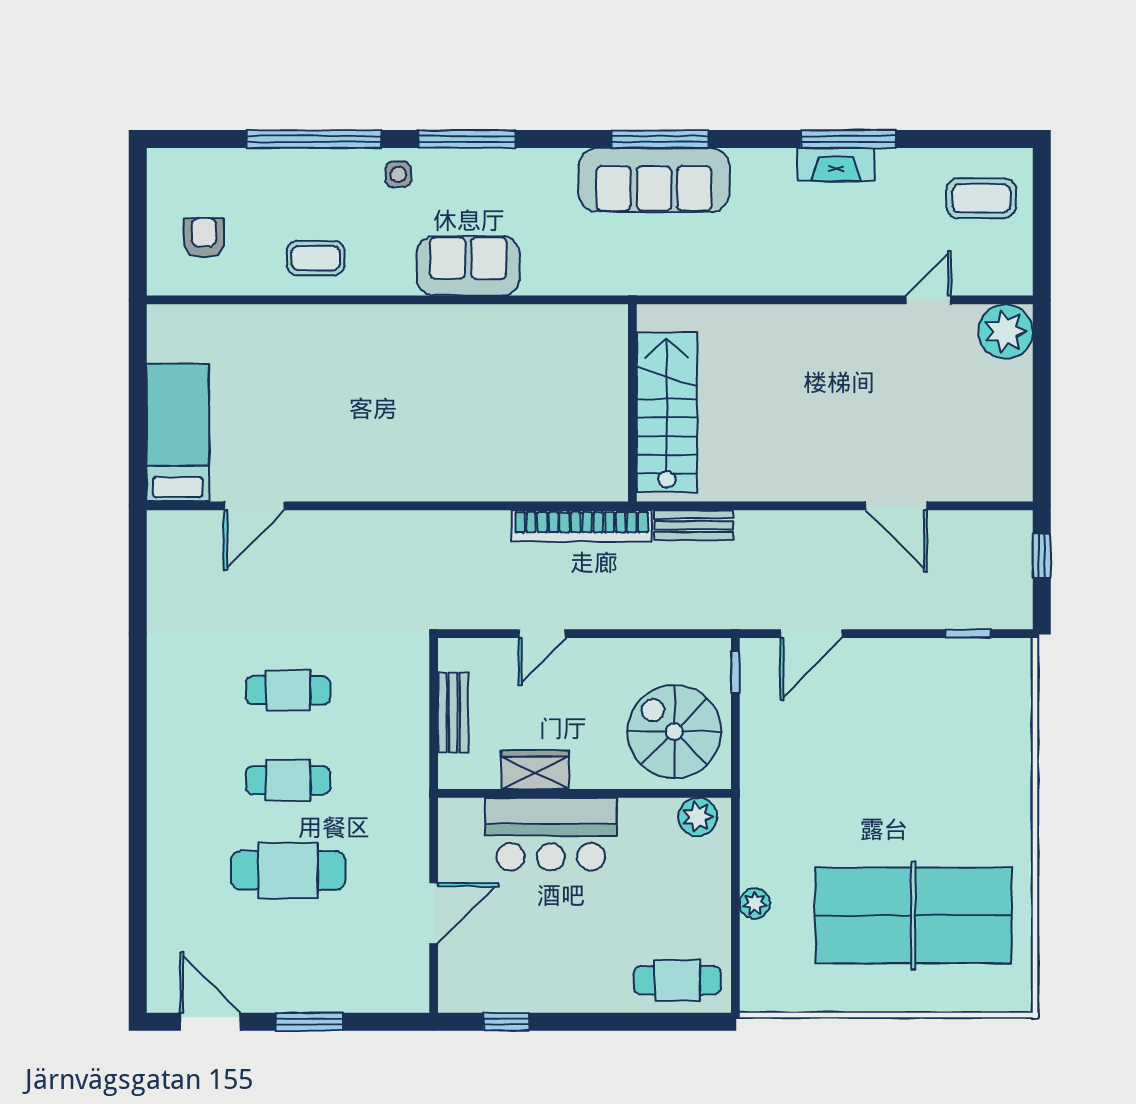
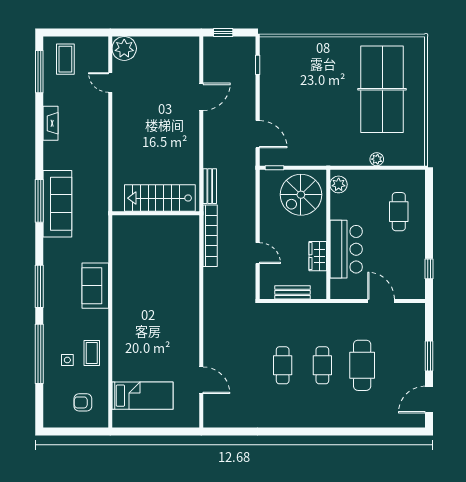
window: (848, 139) -> (39, 72), moved
side table: (398, 174) -> (67, 360), moved
bed: (178, 433) -> (143, 396), moved, turned 180
cafe table: (677, 980) -> (399, 212), moved

